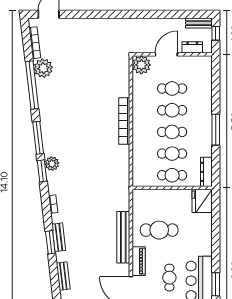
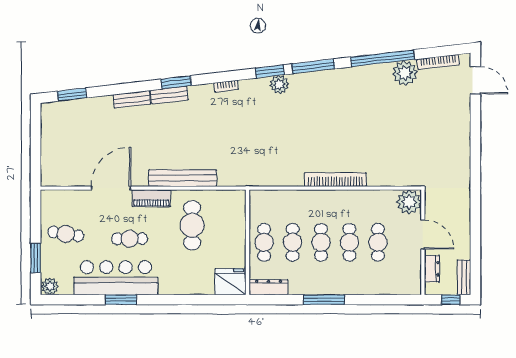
bench: (59, 237) -> (169, 95), moved

